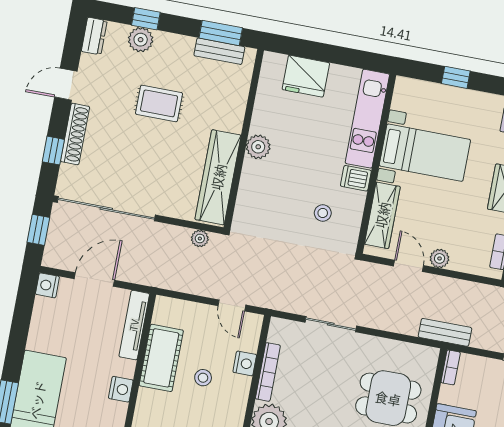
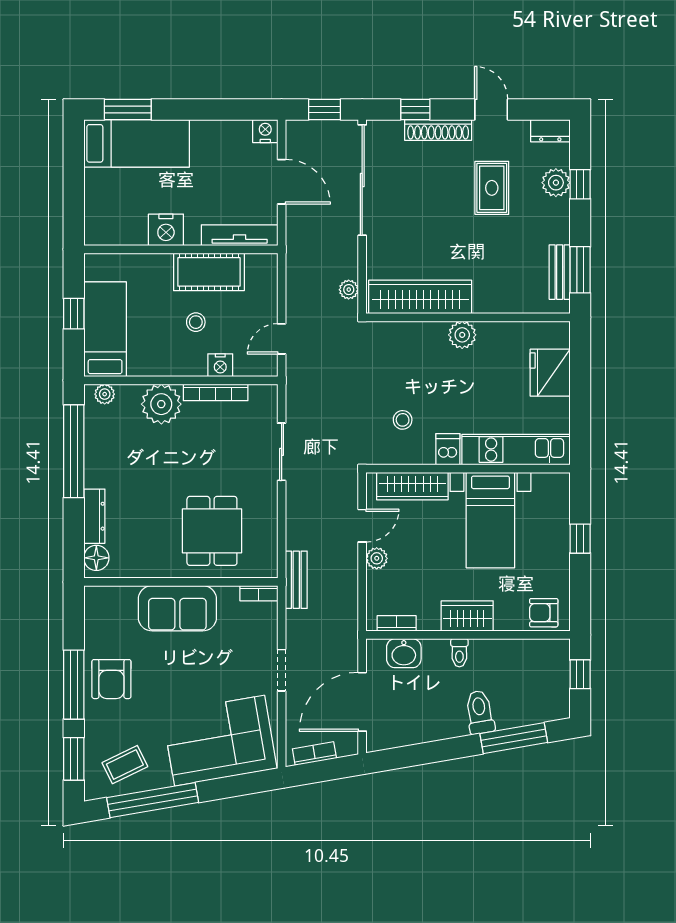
rug: (159, 103) -> (492, 188), moved
nightstand: (121, 389) -> (166, 230), width x1.36, depth x1.33

